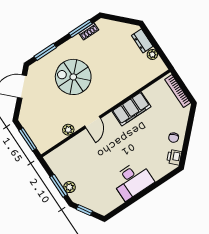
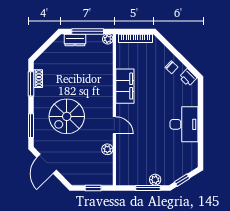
window: (157, 47) -> (88, 31), added
plant: (152, 54) -> (108, 39), moved
window: (28, 139) -> (93, 188), width x0.67

